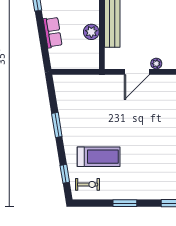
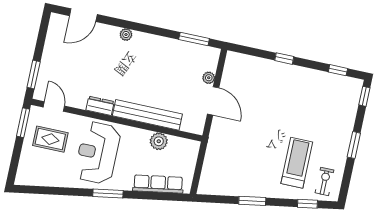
row of seats: (53, 32) -> (158, 184), width x1.48

